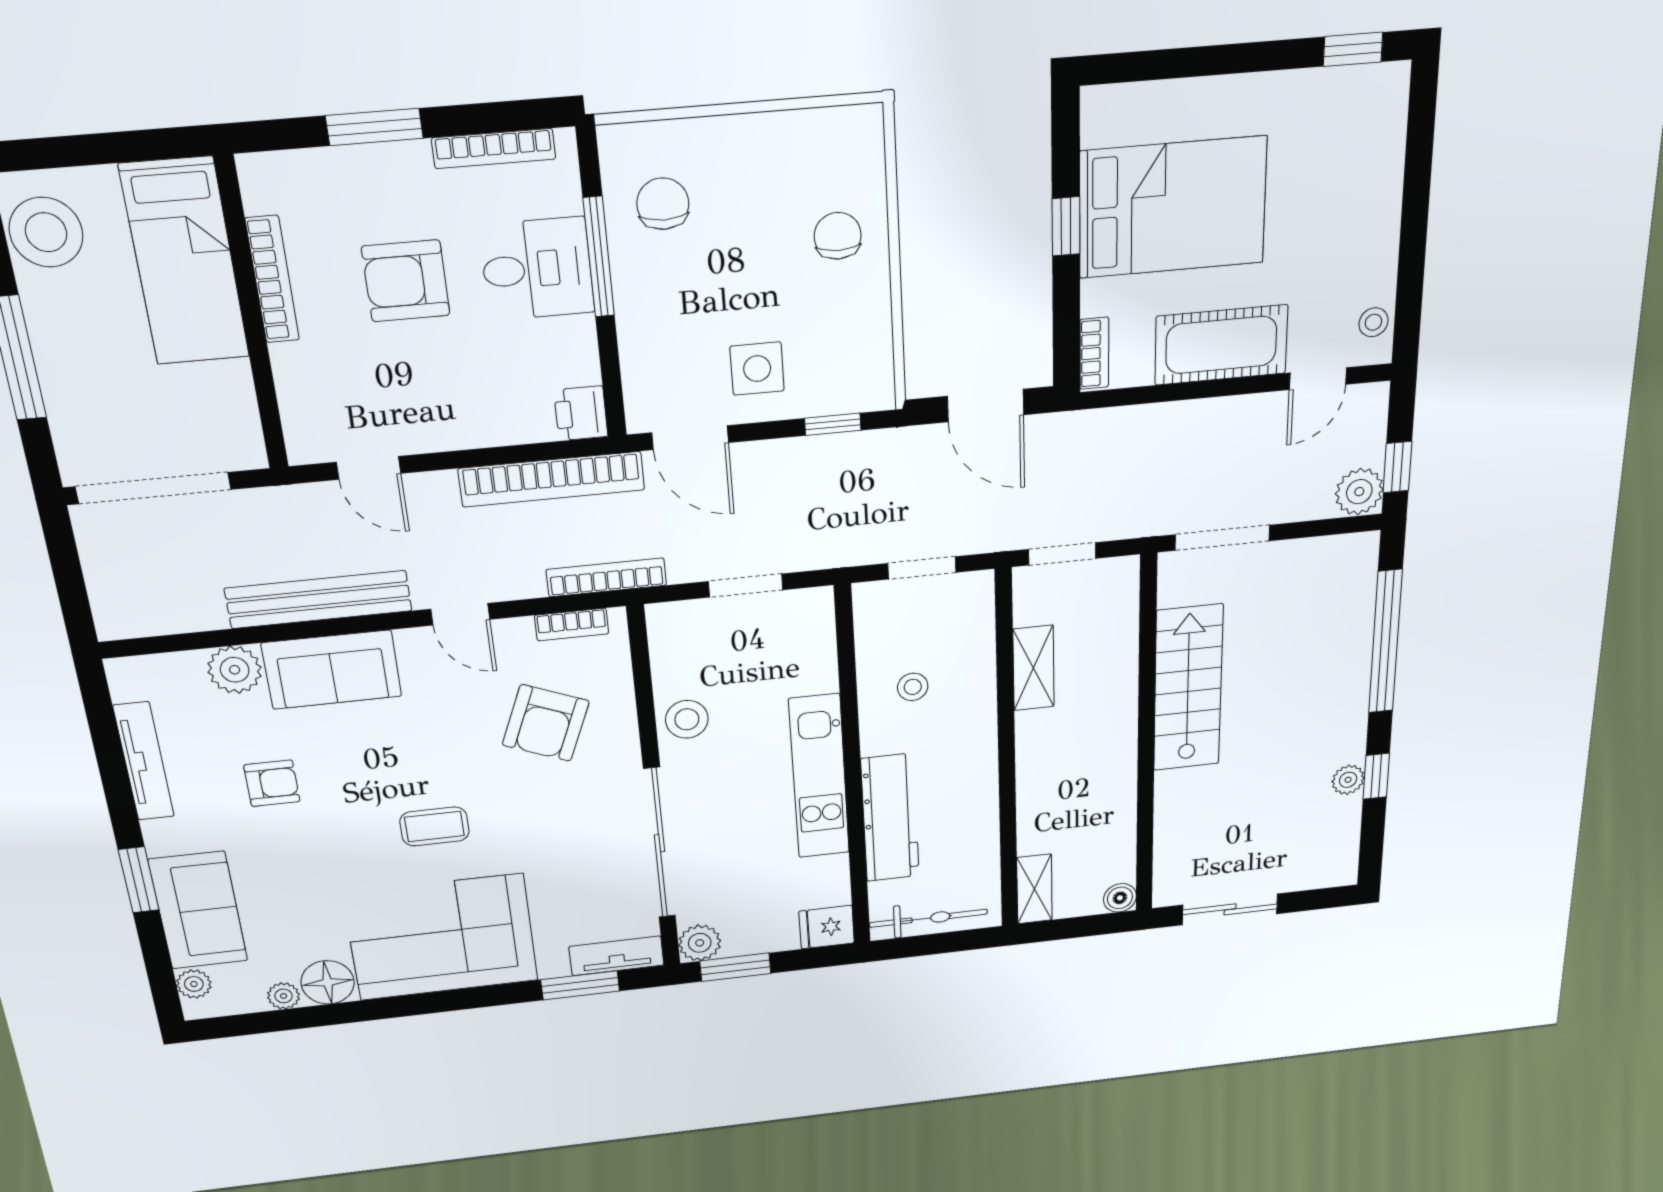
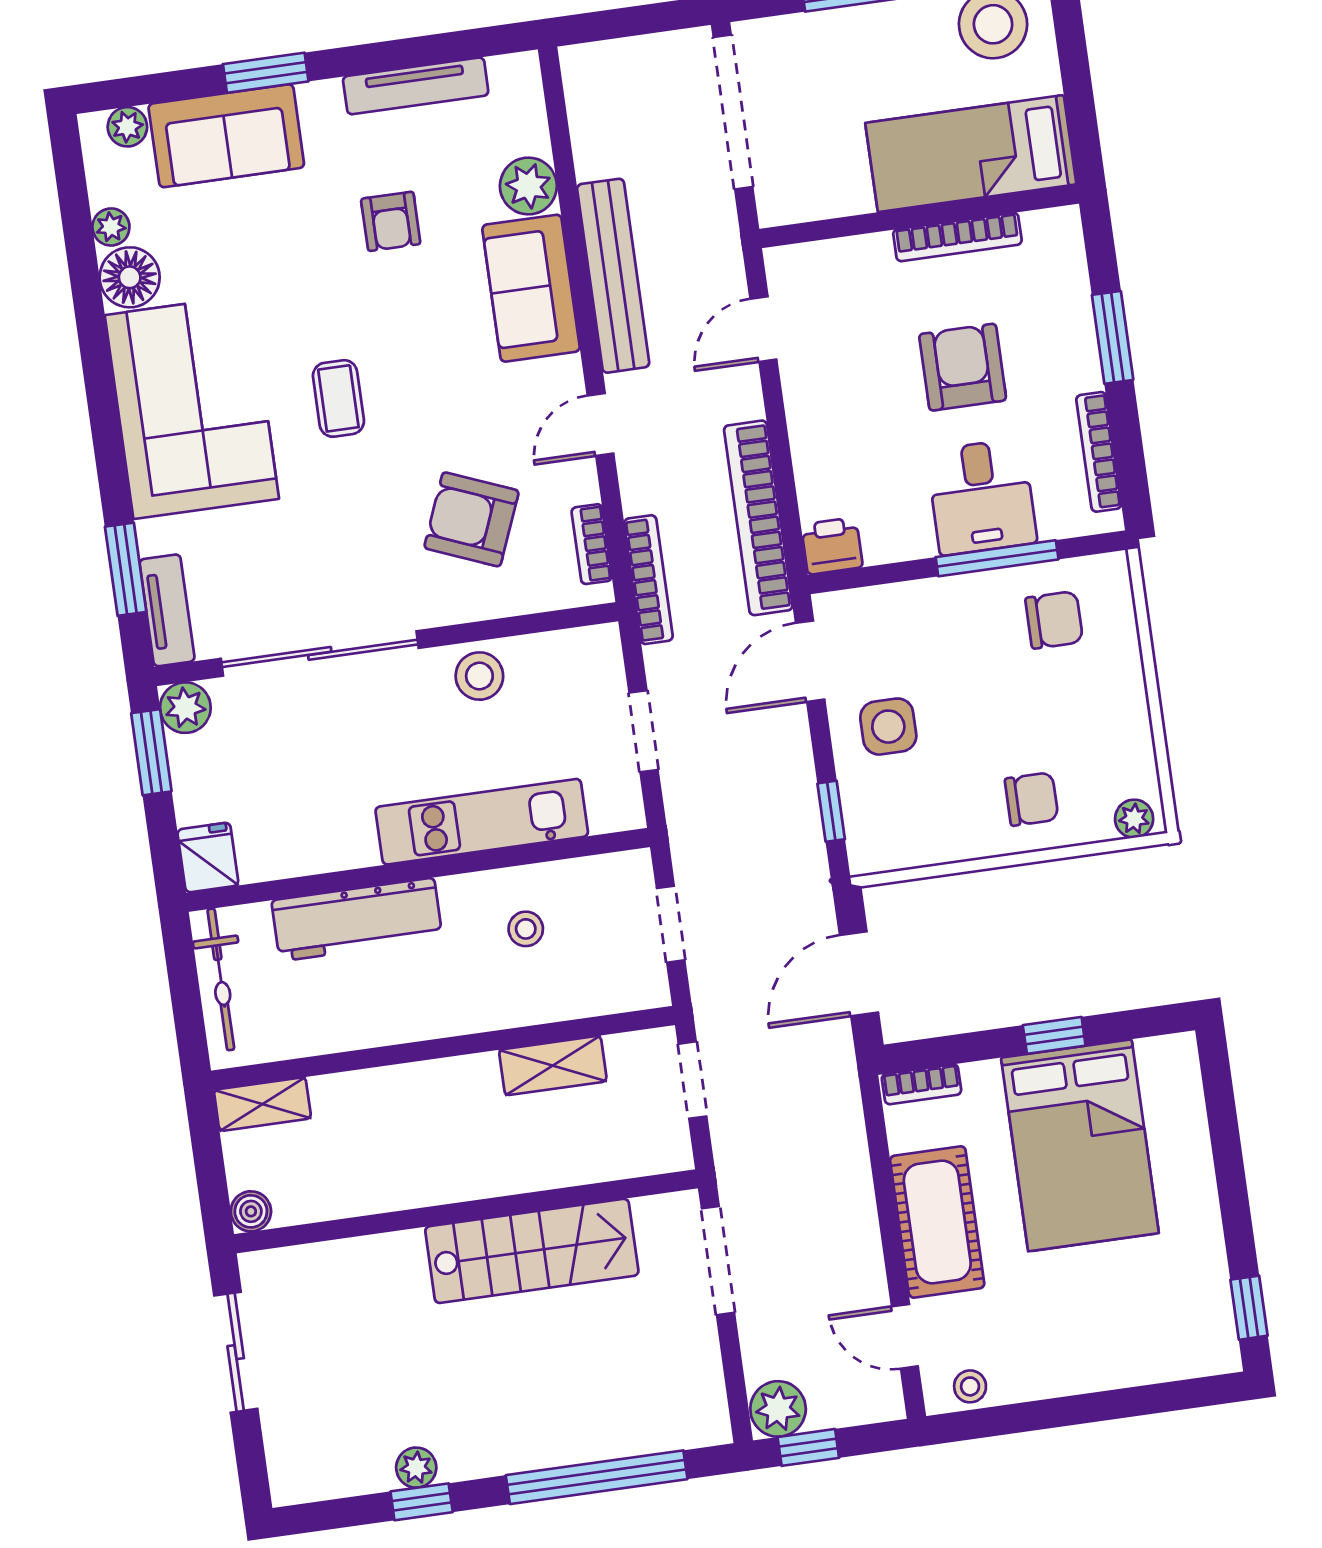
plant: (866, 135) -> (1134, 819), added
kitchen unit: (819, 777) -> (482, 822), moved

